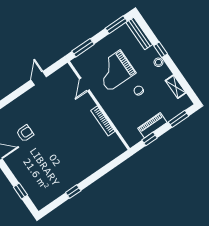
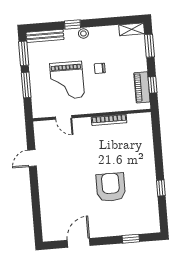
window: (83, 48) -> (26, 85), moved
door: (39, 78) -> (32, 158), hinge flipped
shelving: (176, 87) -> (132, 29), moved
piano: (152, 125) -> (142, 87), moved
armchair: (25, 133) -> (111, 187), moved, width x1.88, depth x1.88

